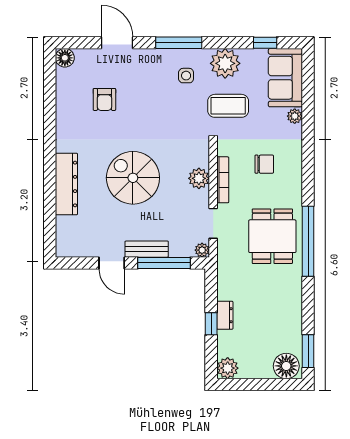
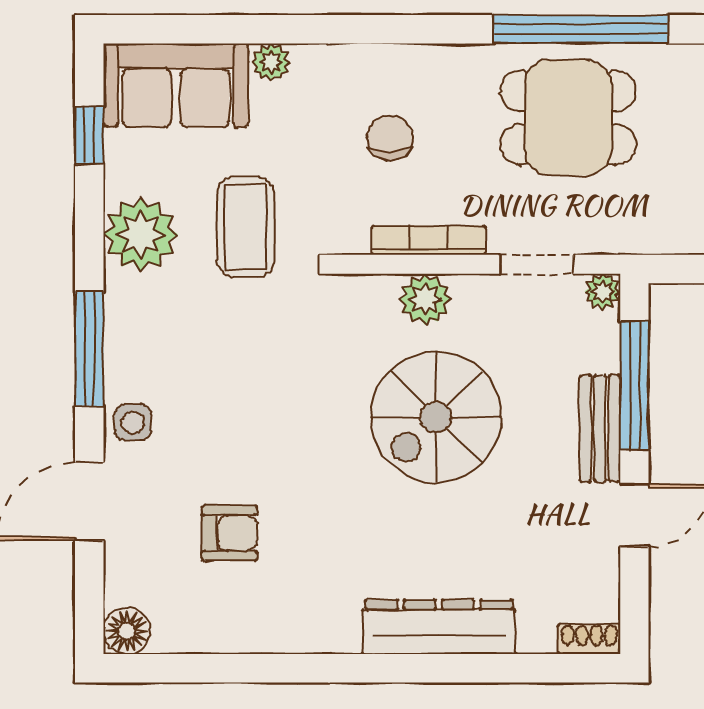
side table: (186, 76) -> (133, 422), moved
spiral stairs: (133, 178) -> (436, 417), moved
shoe rack: (62, 245) -> (589, 639), added

